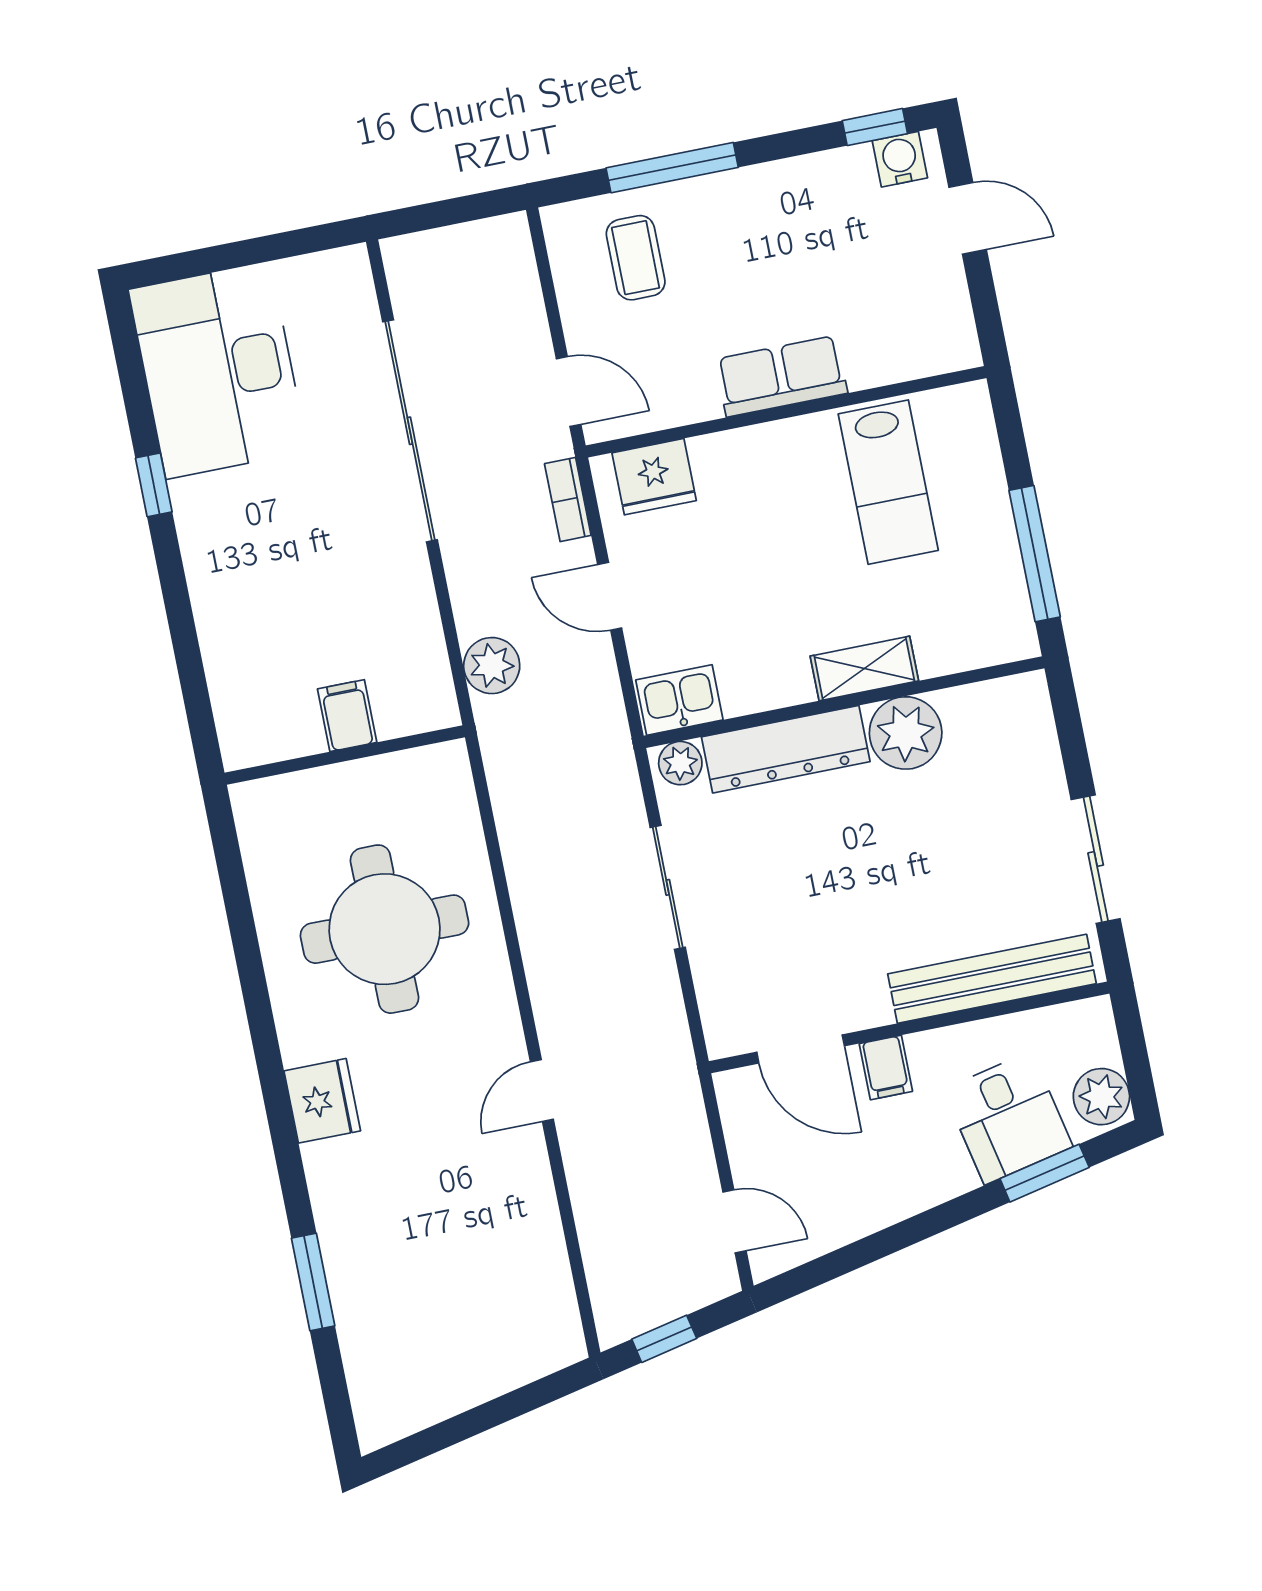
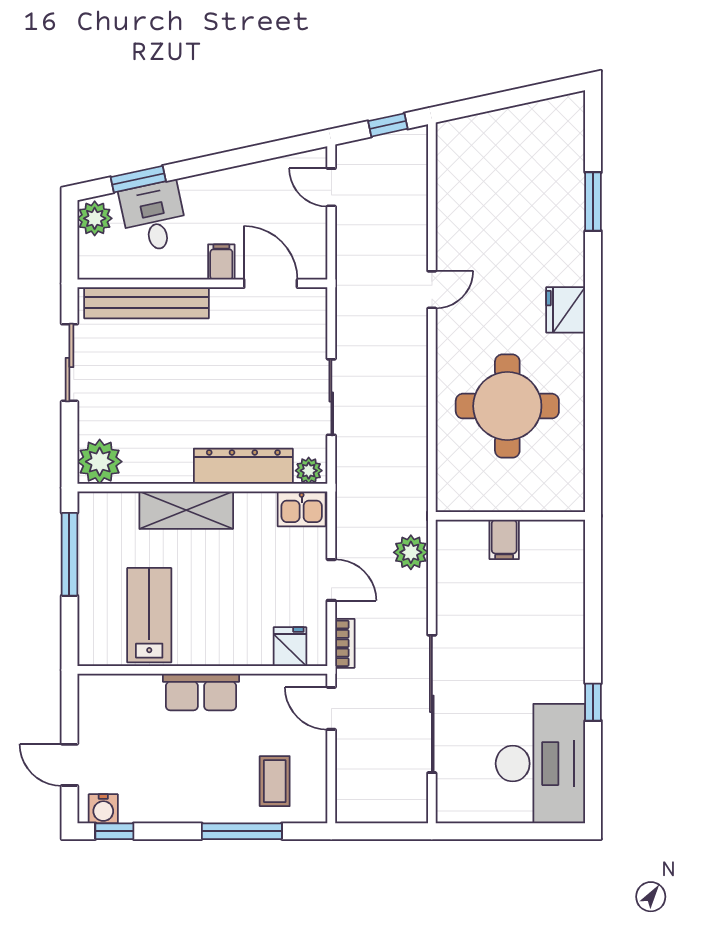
fridge: (654, 477) -> (290, 647), width x0.72
shelving: (864, 668) -> (186, 510), width x1.50, depth x1.33
plant: (906, 733) -> (100, 462), moved

